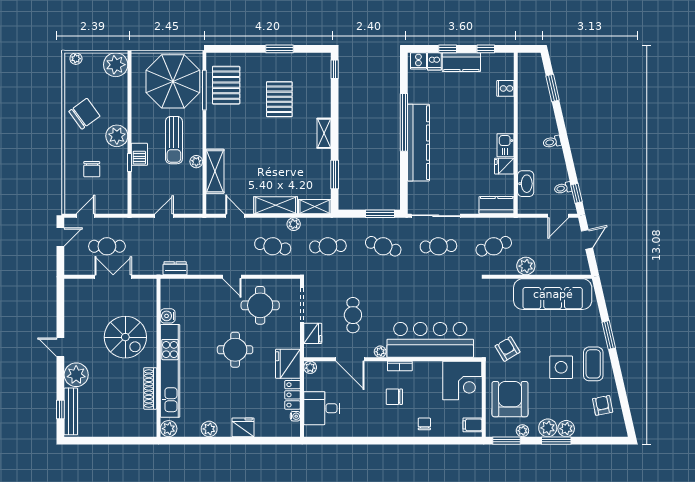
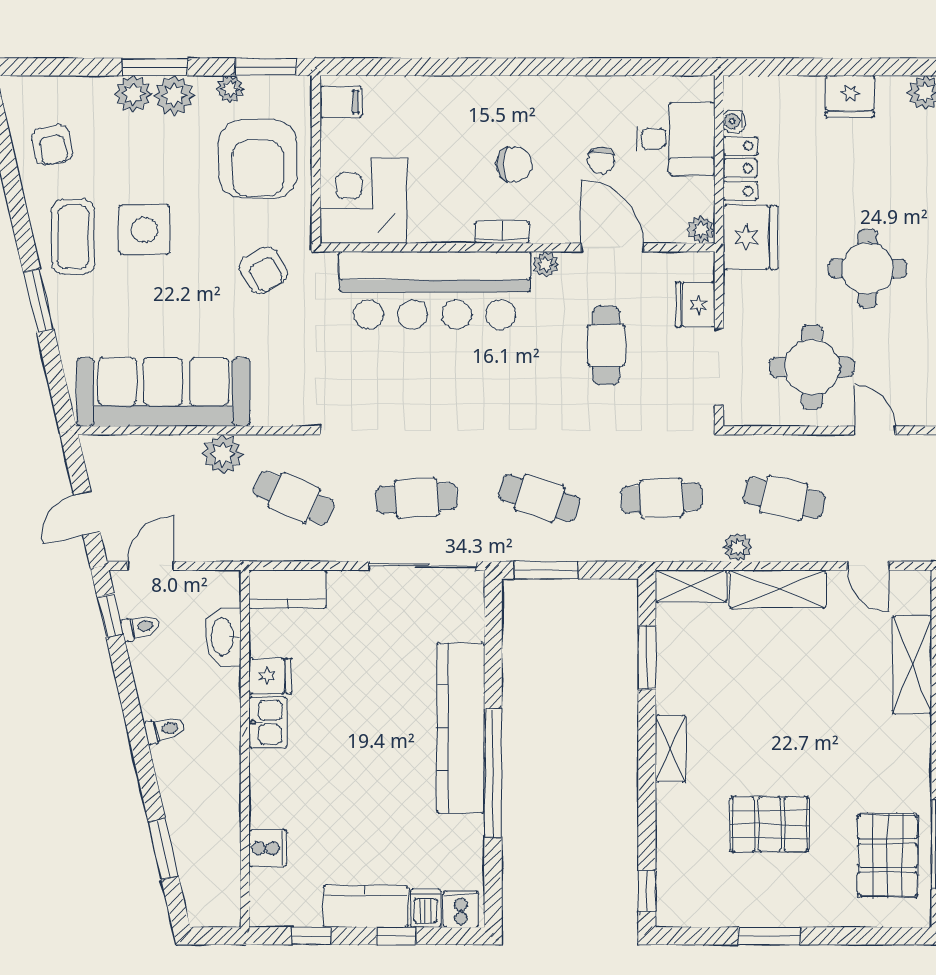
pallet: (279, 99) -> (770, 824), turned 90
cafe table: (494, 246) -> (294, 498), turned 42
chair: (424, 424) -> (601, 160), moved

